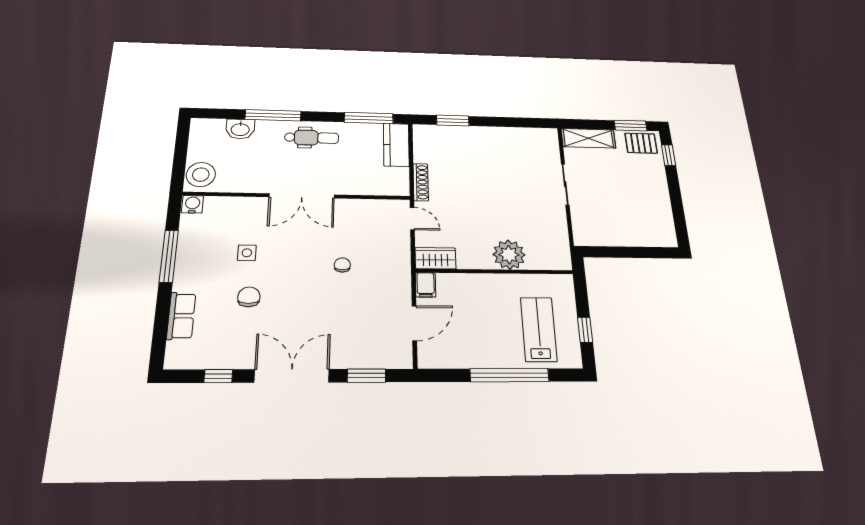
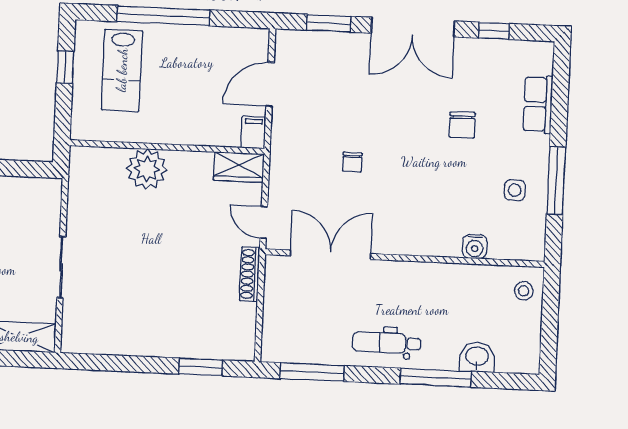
kitchen counter: (396, 145) -> (278, 330), removed
stool: (201, 175) -> (524, 291), width x0.53, depth x0.53
double door: (302, 196) -> (330, 255), moved
water cooler: (192, 204) -> (475, 247), moved
side table: (247, 253) -> (515, 190), moved

